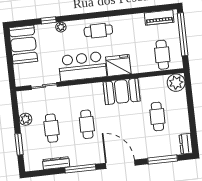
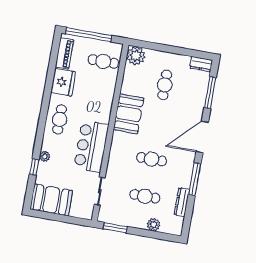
fridge: (118, 65) -> (63, 82), moved, turned 180
cafe table: (157, 116) -> (165, 85), turned 90
plant: (25, 119) -> (154, 225), moved
window: (19, 144) -> (115, 228), moved

